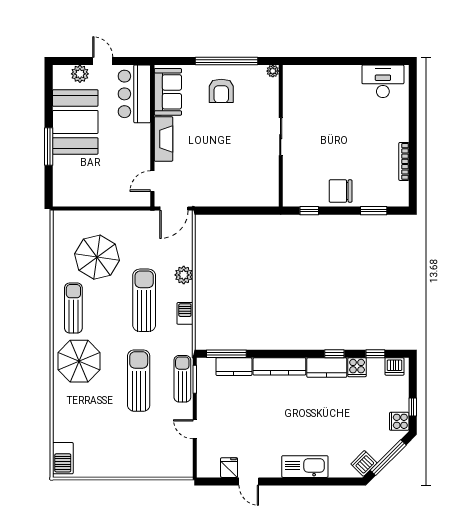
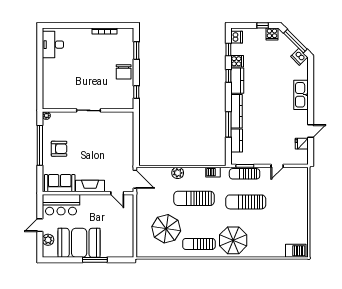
barbecue: (185, 313) -> (213, 172), moved
window: (226, 354) -> (228, 124), moved

